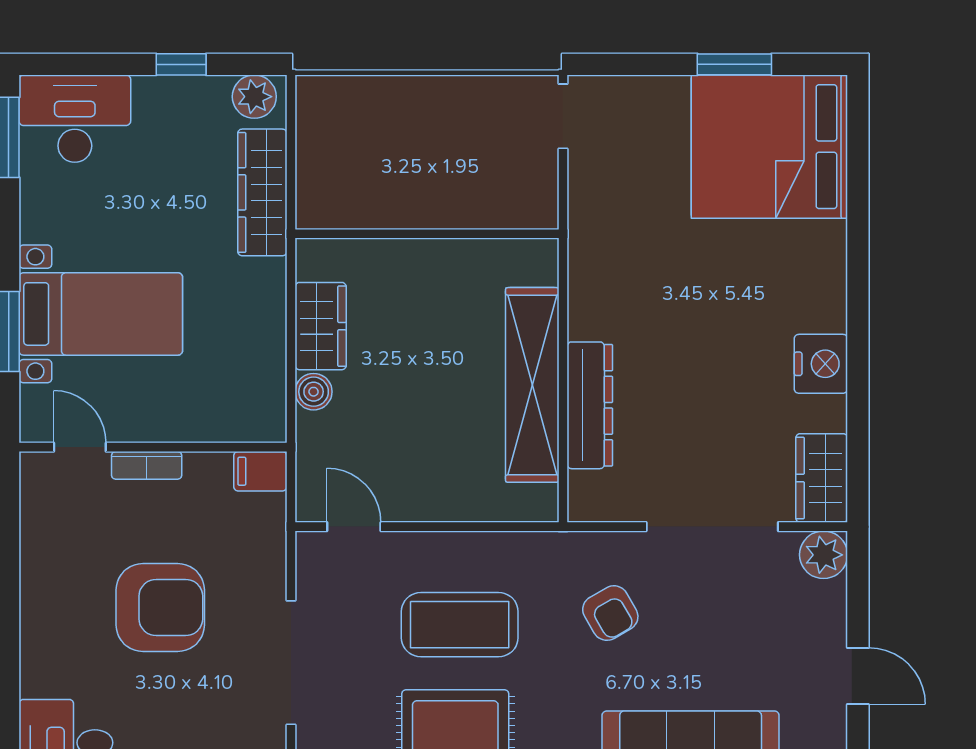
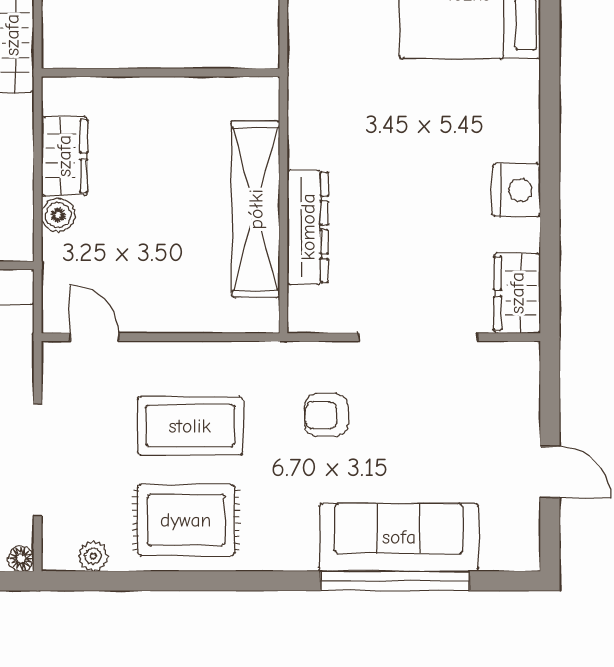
plant: (824, 555) -> (519, 362), removed
armchair: (610, 613) -> (326, 415), turned 120

